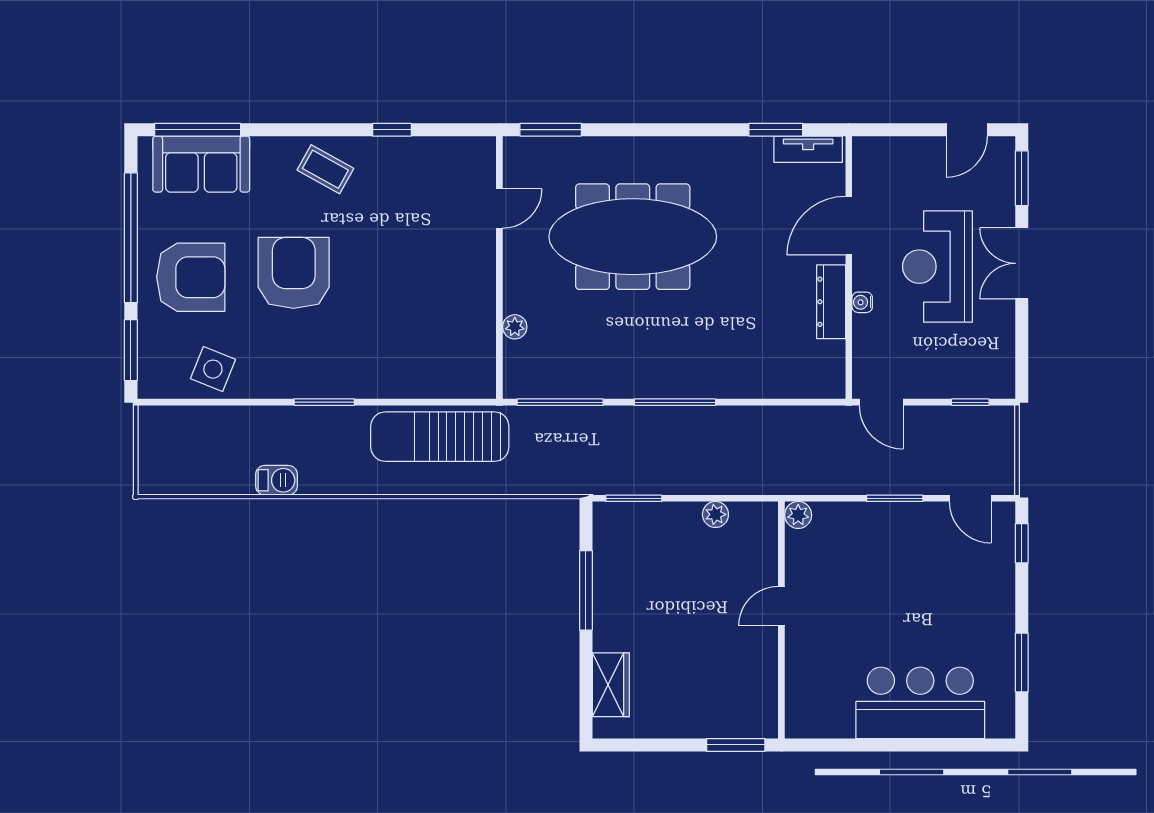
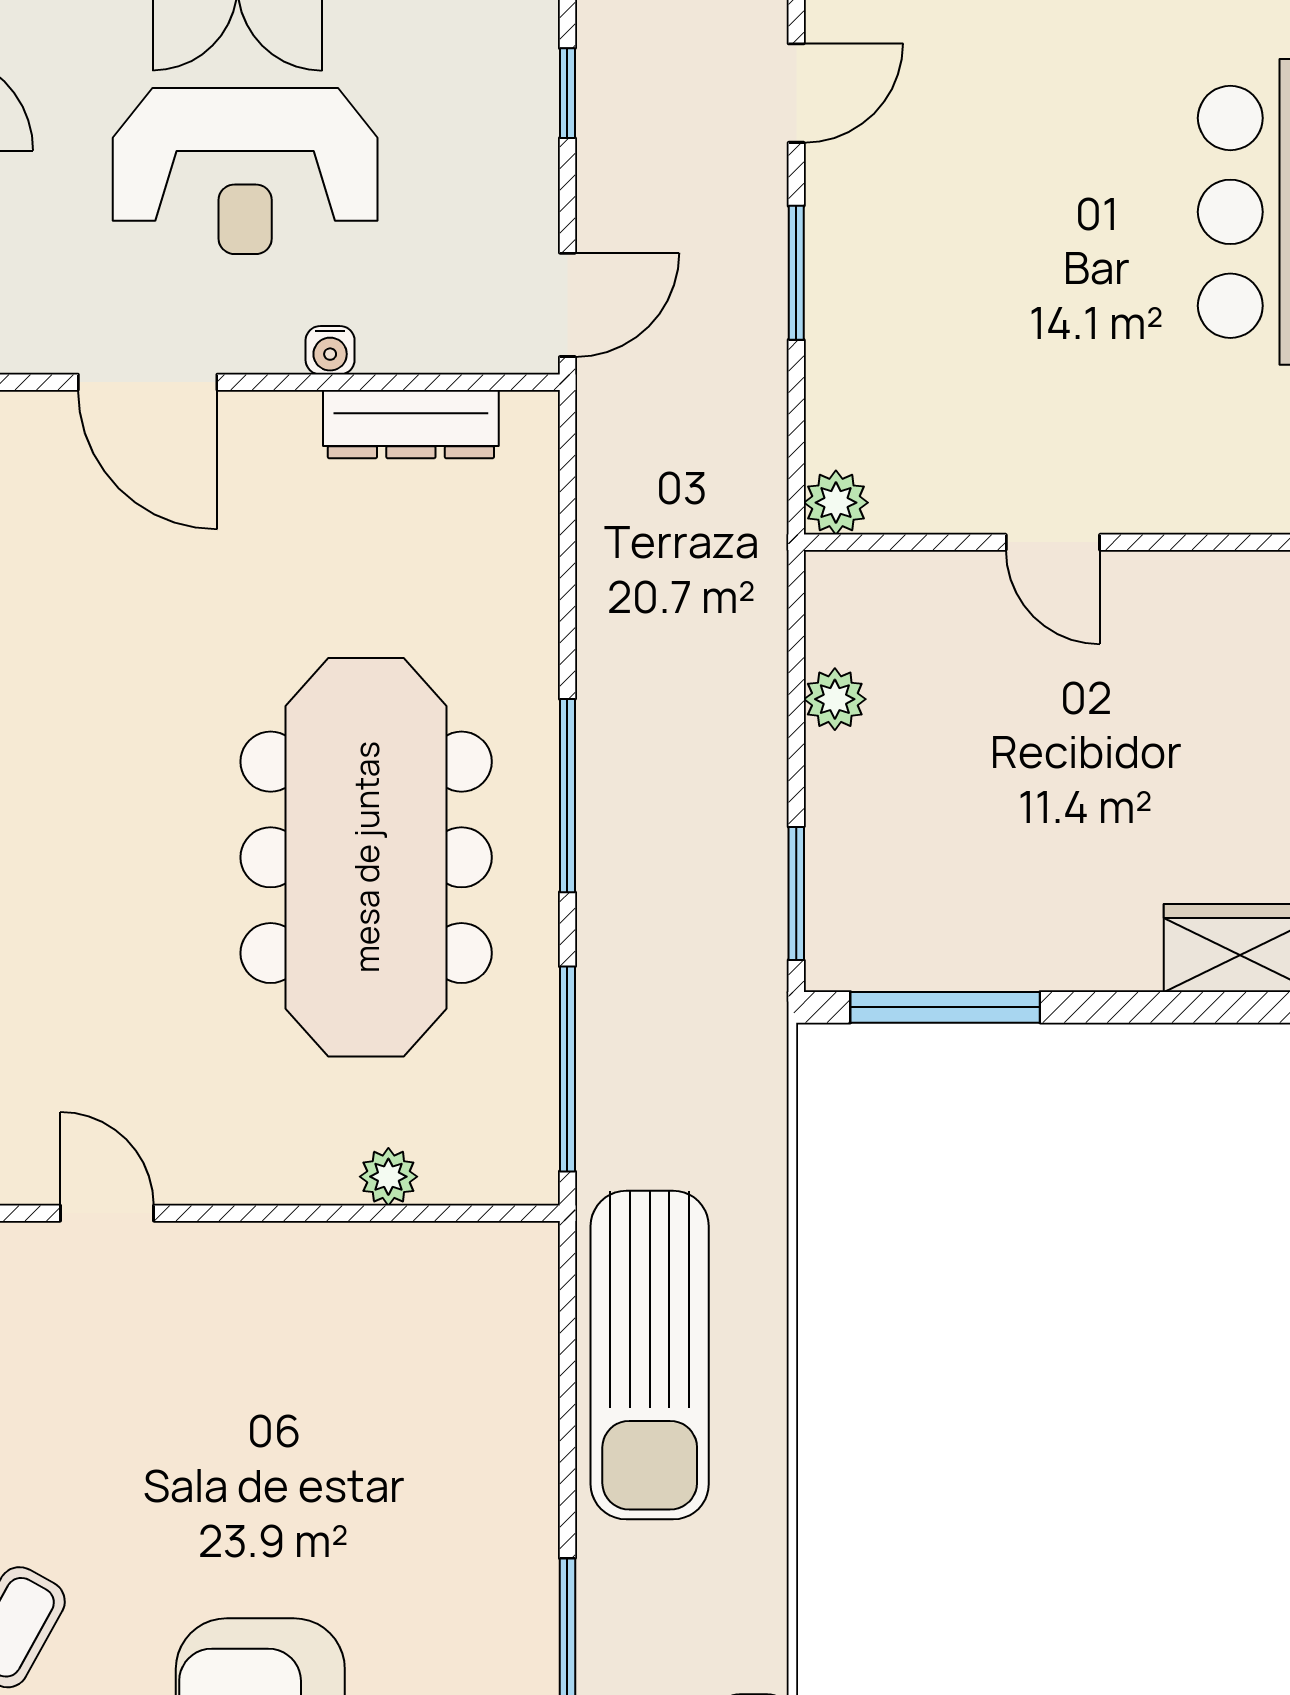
meeting table: (633, 237) -> (366, 857), moved
dresser: (831, 302) -> (411, 424), moved
window: (586, 590) -> (945, 1007), moved

